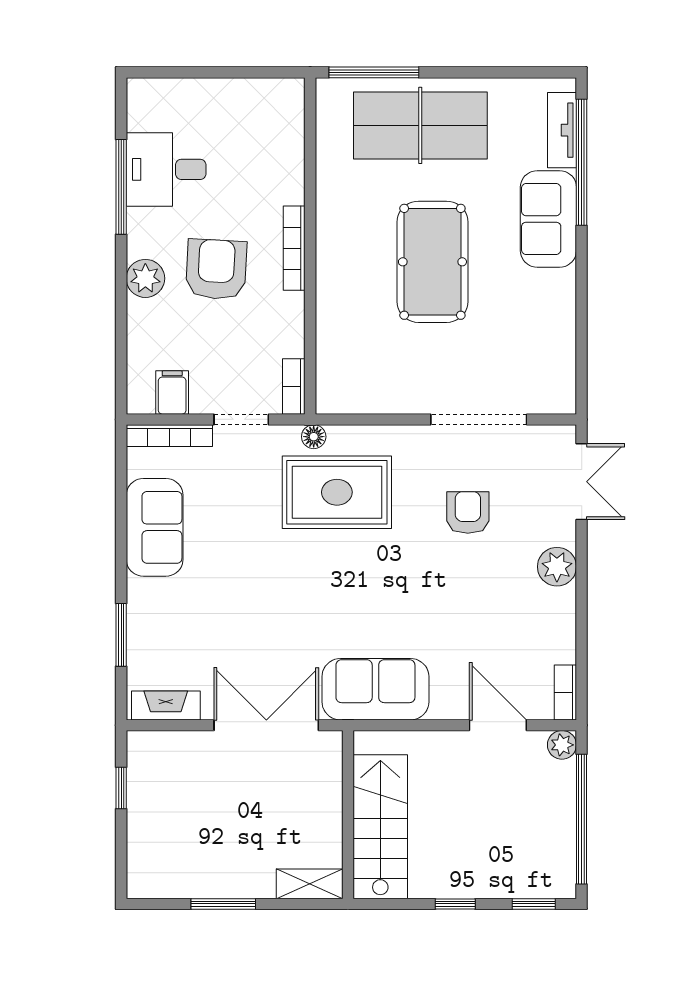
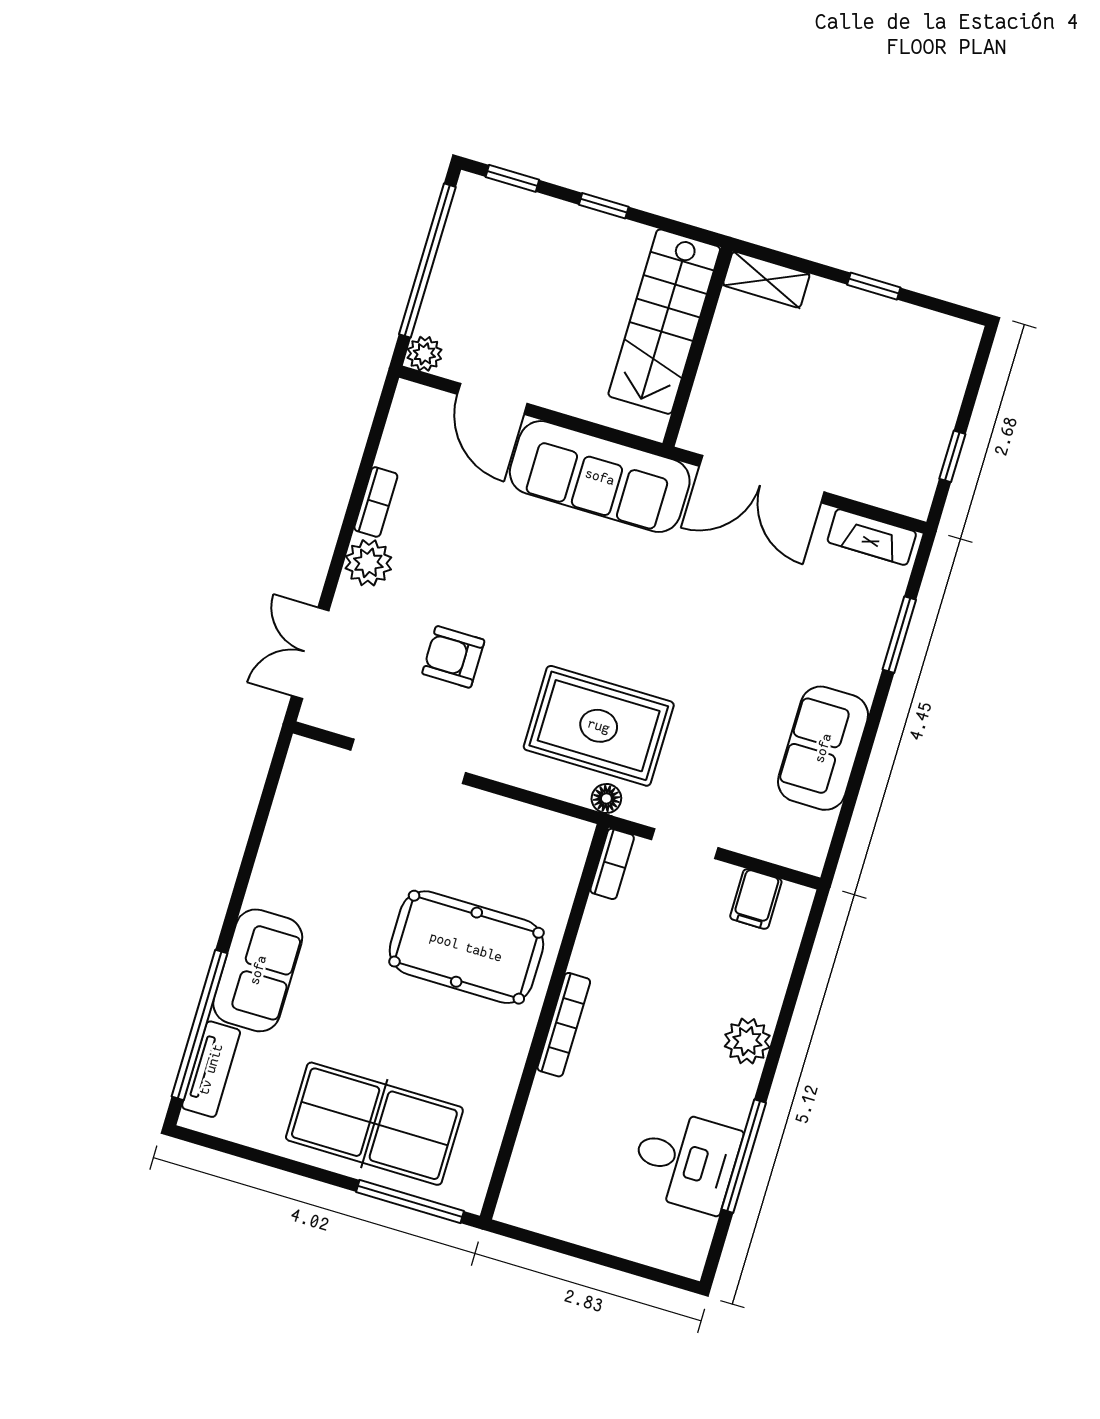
pool table: (432, 262) -> (466, 947), moved, turned 90
armchair: (216, 269) -> (662, 1027), removed
bookcase: (169, 436) -> (774, 850), removed
armchair: (468, 512) -> (453, 657), turned 90
sofa: (375, 689) -> (600, 477), width x1.36
bookcase: (565, 693) -> (376, 502), moved
window: (223, 904) -> (874, 286), width x0.67

